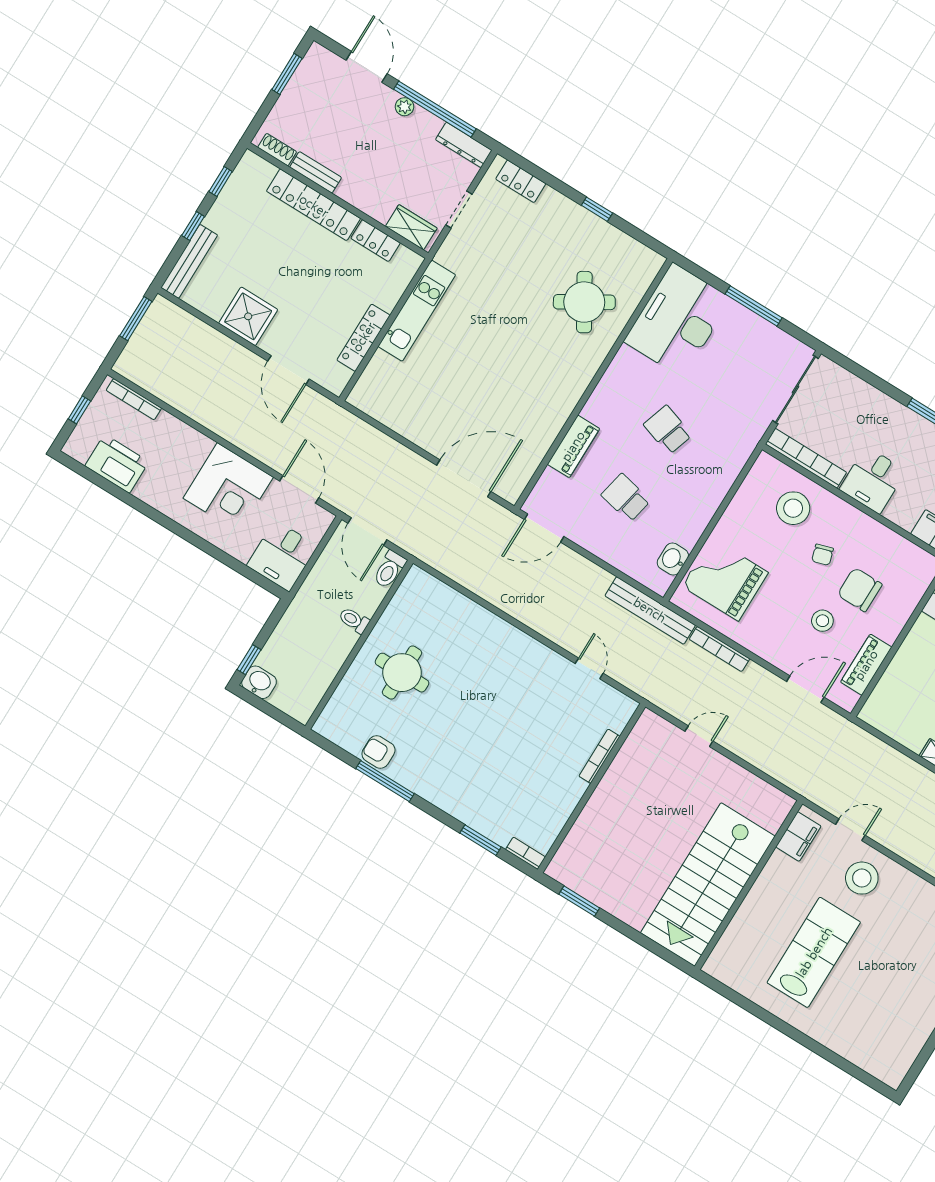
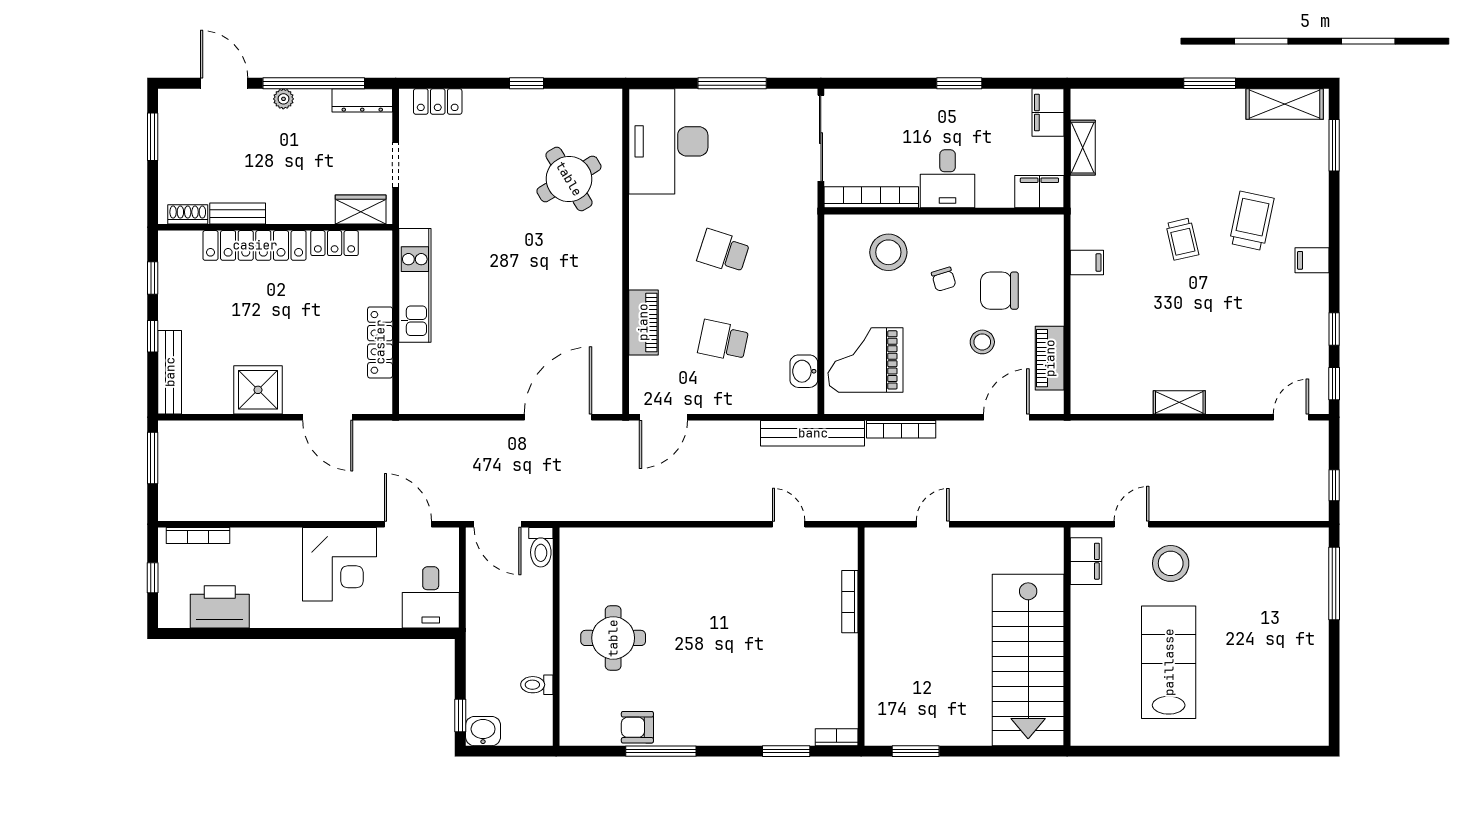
toilet: (354, 620) -> (537, 685), moved

